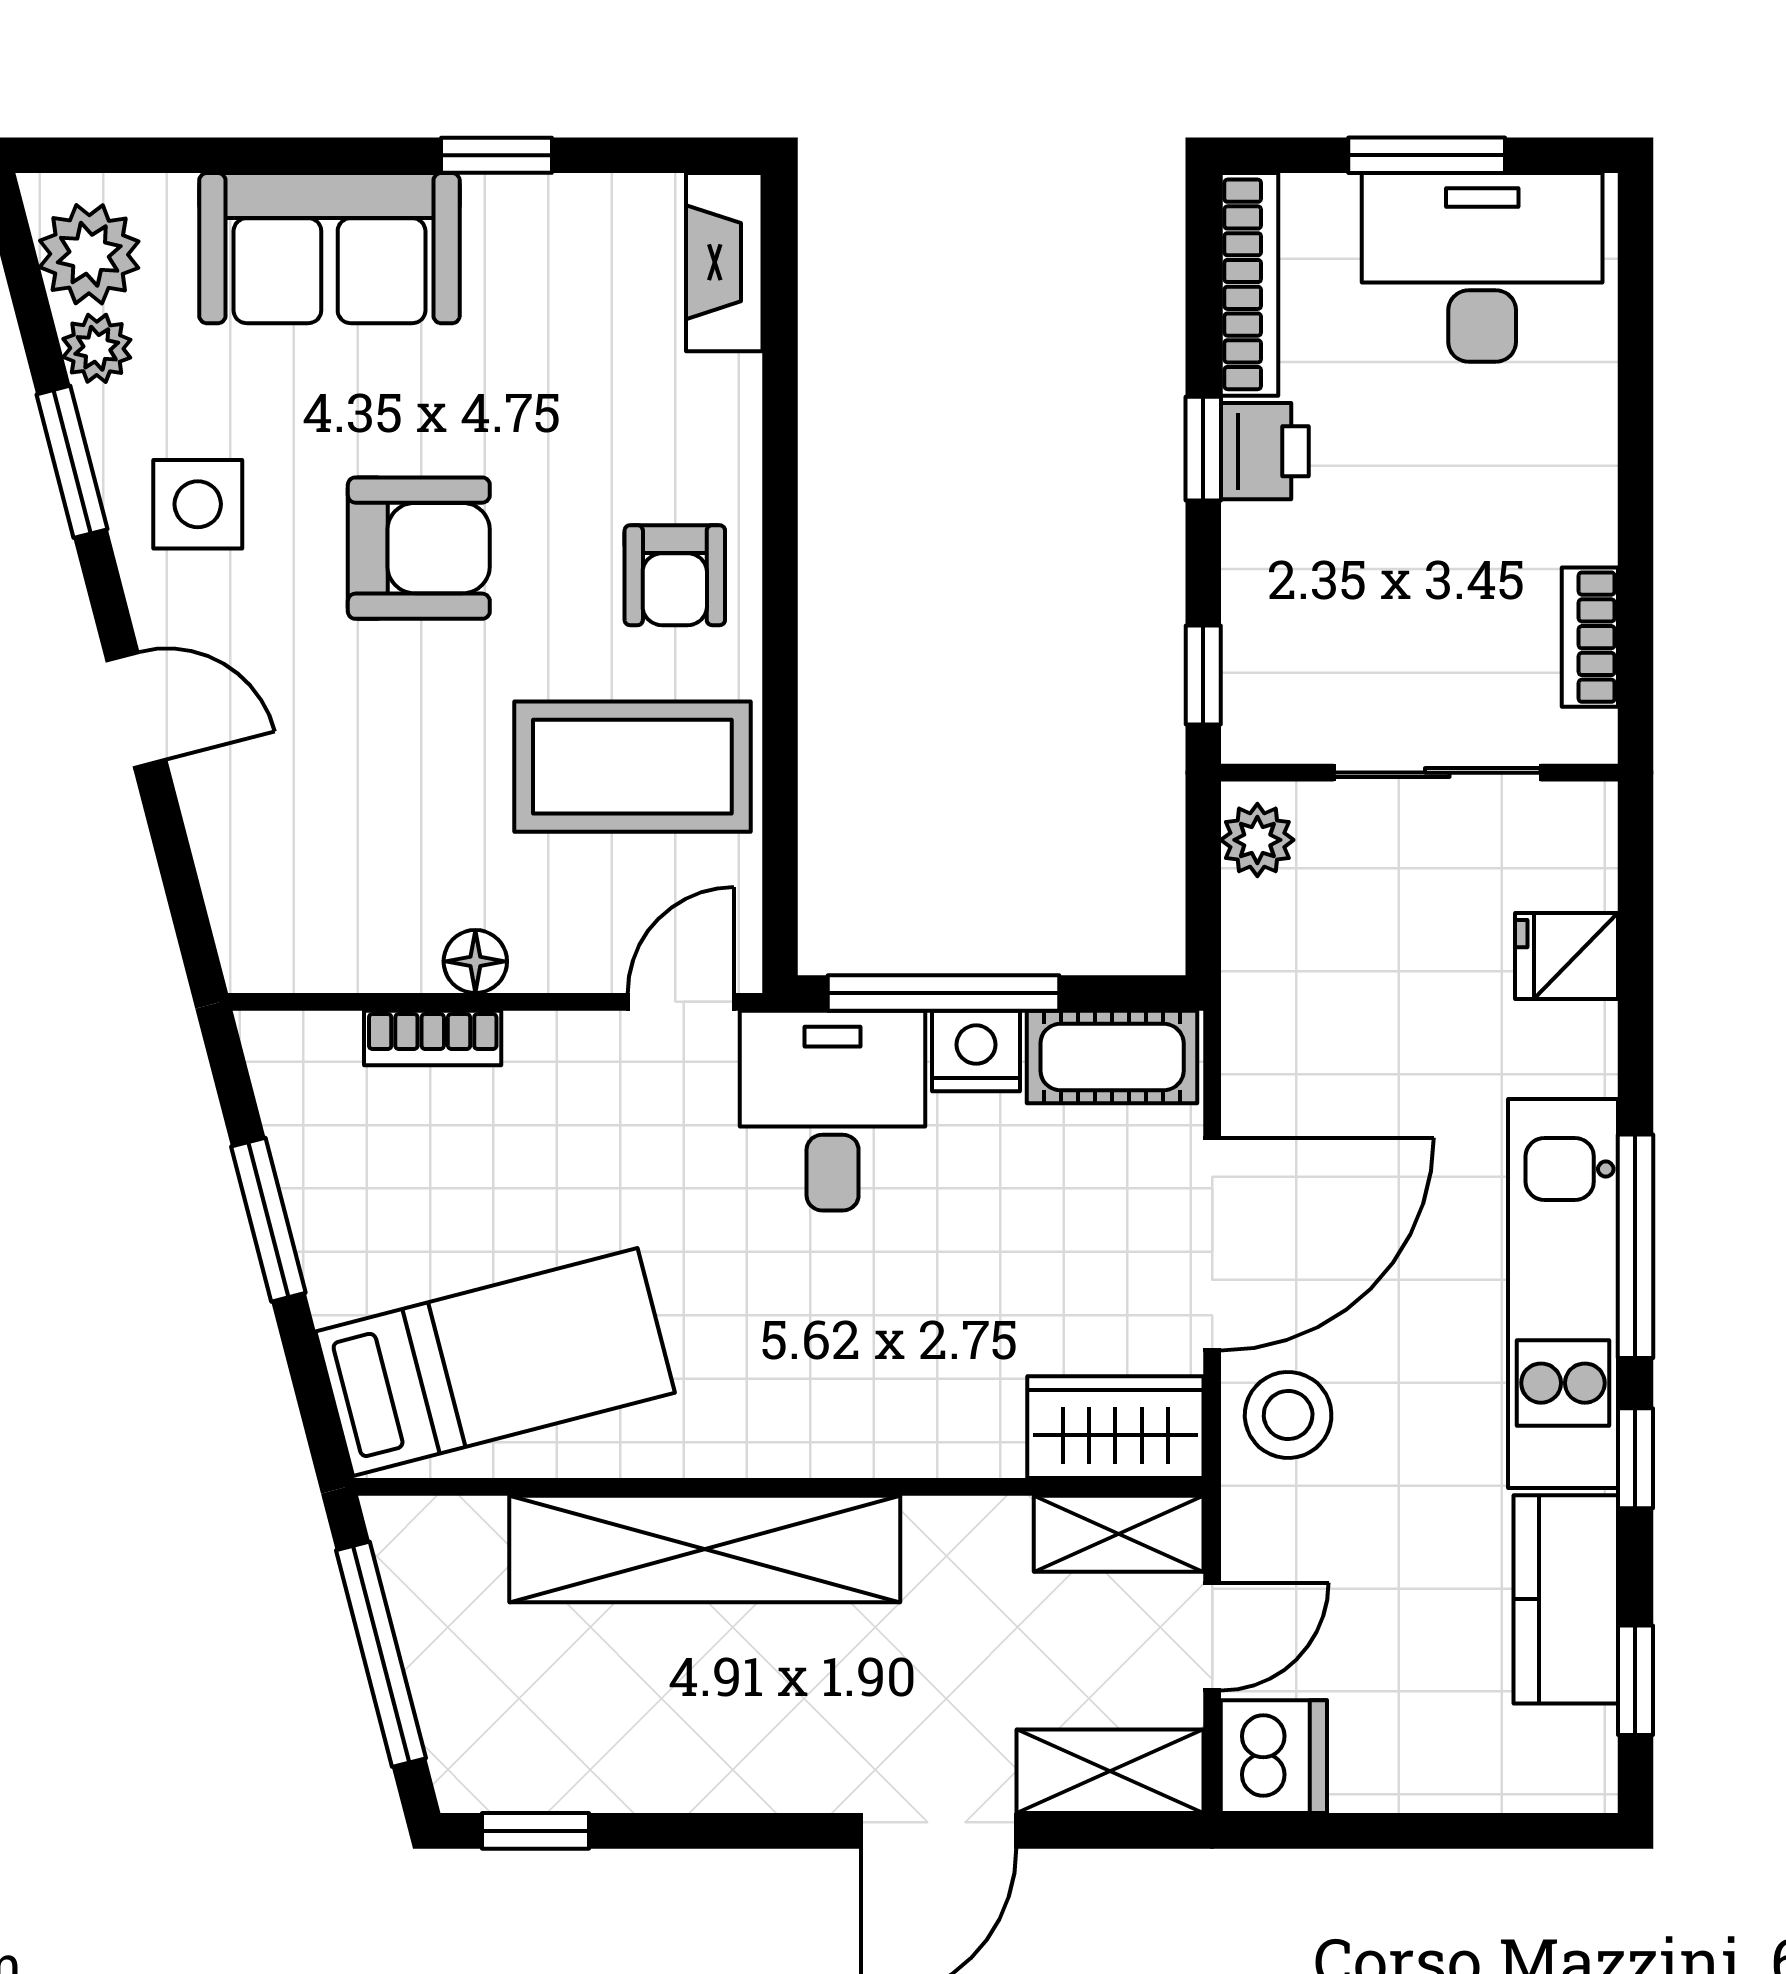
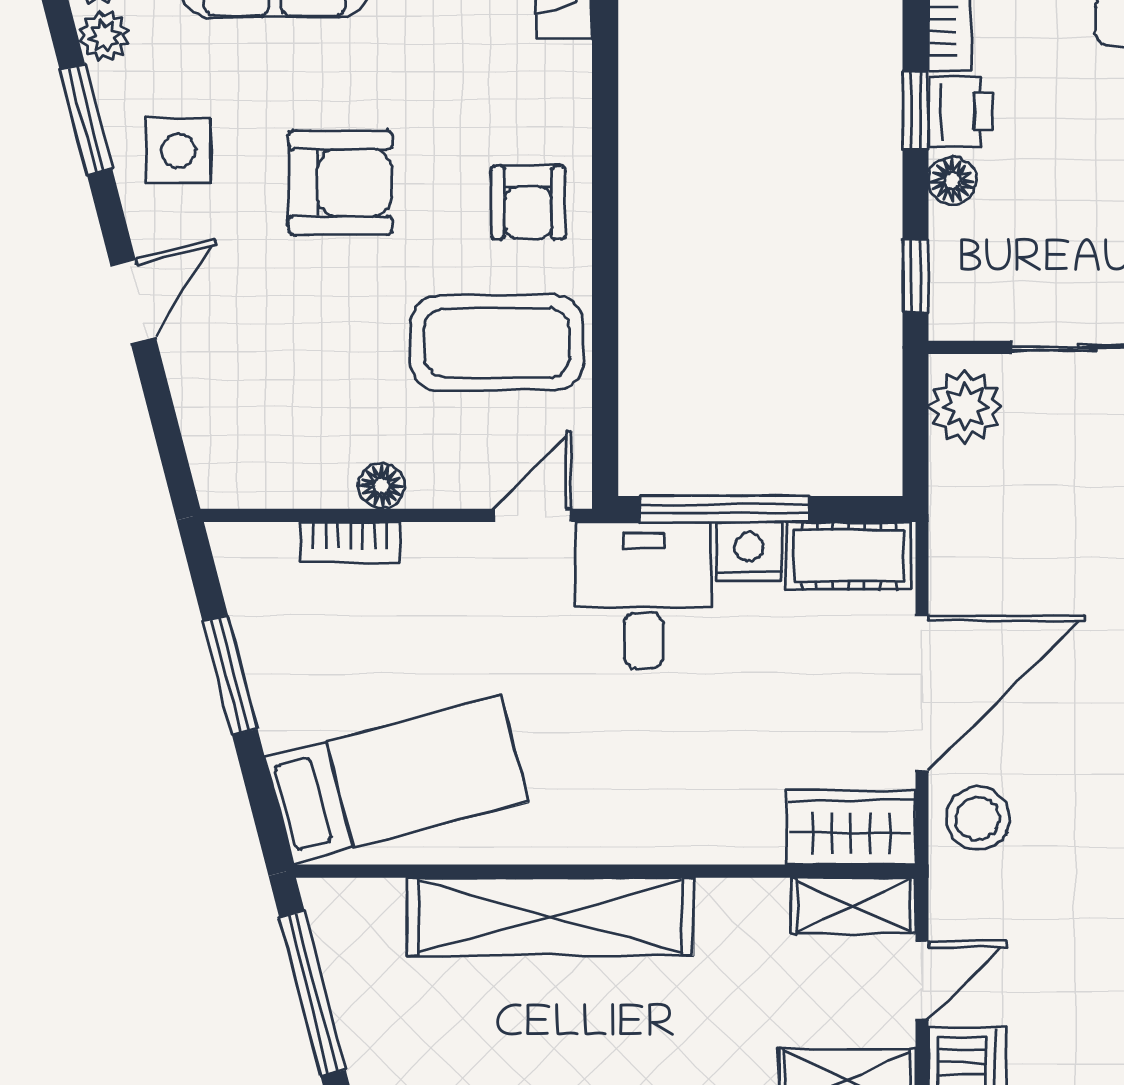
floor lamp: (1254, 545) -> (952, 180), added
door: (136, 710) -> (133, 301), hinge flipped
plant: (1257, 840) -> (965, 407), width x1.38, depth x1.38

